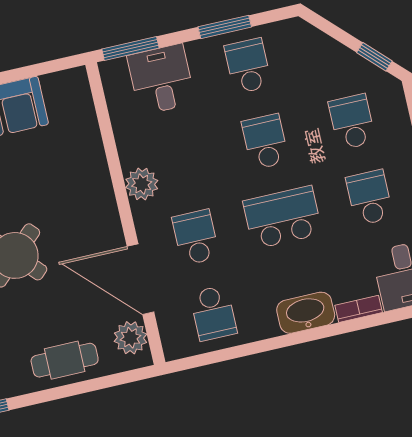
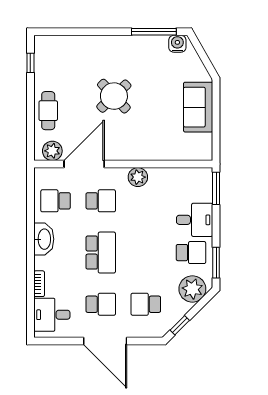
window: (225, 27) -> (216, 263), moved
plant: (309, 50) -> (192, 289), added
desk: (161, 79) -> (195, 220), moved
school desk: (352, 122) -> (146, 304), turned 180
school desk: (265, 142) -> (146, 253), removed
washbasin: (306, 313) -> (44, 239), moved

